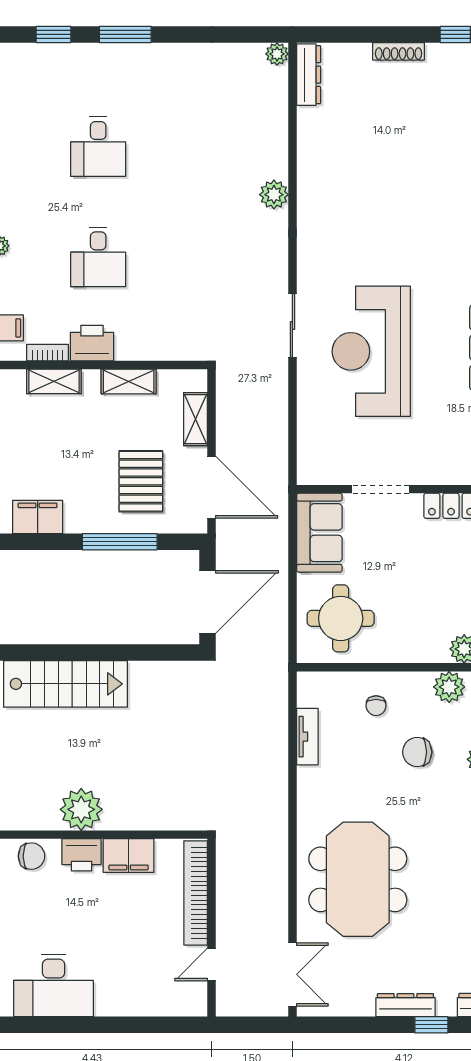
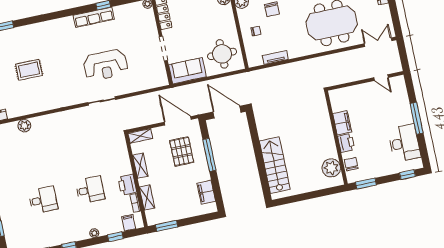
rug: (397, 177) -> (29, 70), added
plant: (274, 195) -> (24, 126), moved
reception desk: (371, 351) -> (106, 65), width x0.74, depth x0.77
shelving: (196, 419) -> (140, 136), moved
pallet: (141, 481) -> (182, 151), turned 90
door: (212, 487) -> (178, 121), hinge flipped
plant: (81, 809) -> (331, 168), moved
bookcase: (196, 893) -> (352, 91), removed
window: (103, 1025) -> (417, 118), added

